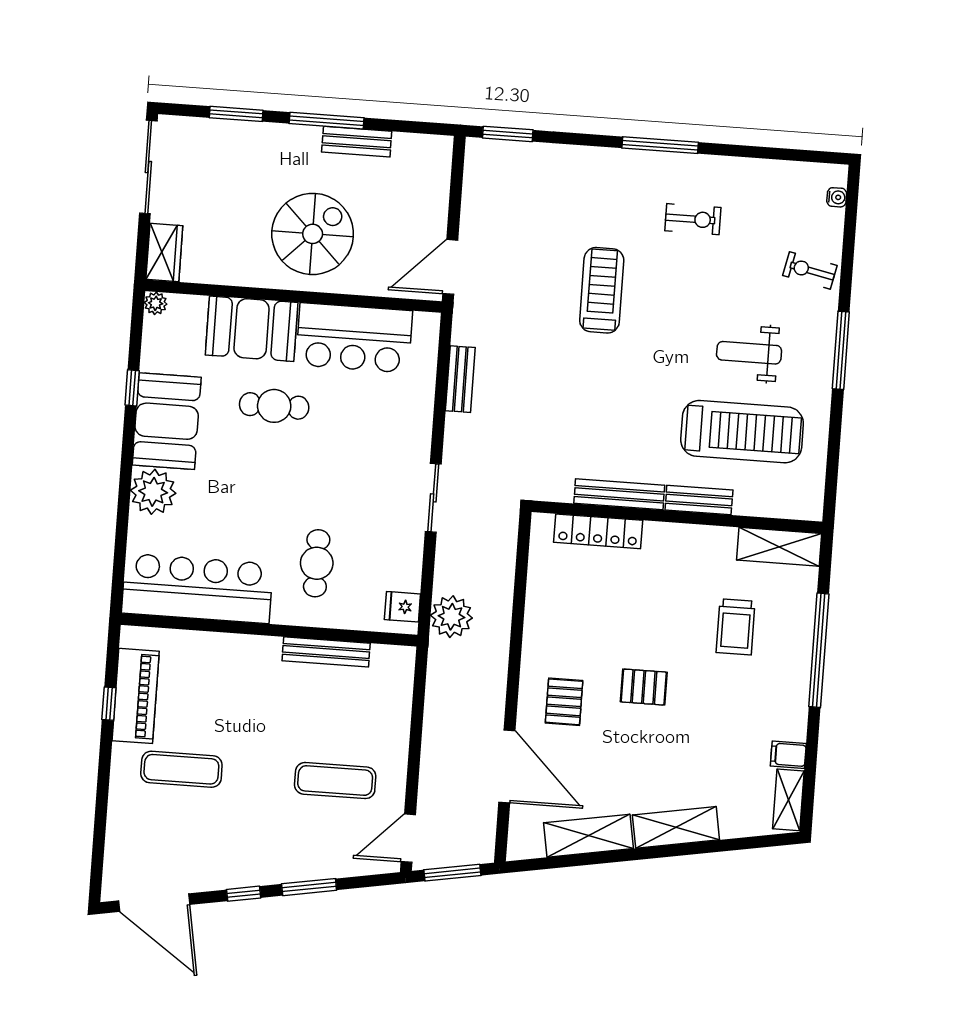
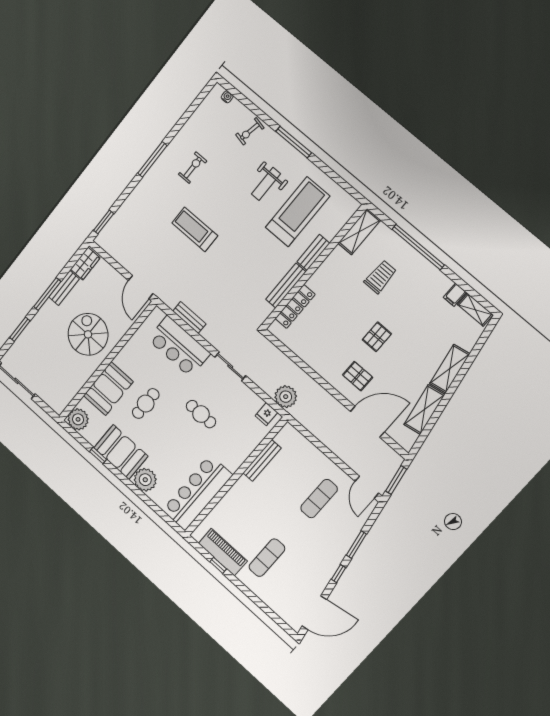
wardrobe: (164, 252) -> (85, 264), moved, turned 90
plant: (156, 303) -> (78, 419), width x1.87, depth x1.87
bar counter: (354, 338) -> (179, 346), moved, turned 90
cafe table: (317, 563) -> (201, 414), moved
trolley: (736, 627) -> (380, 277), turned -90

